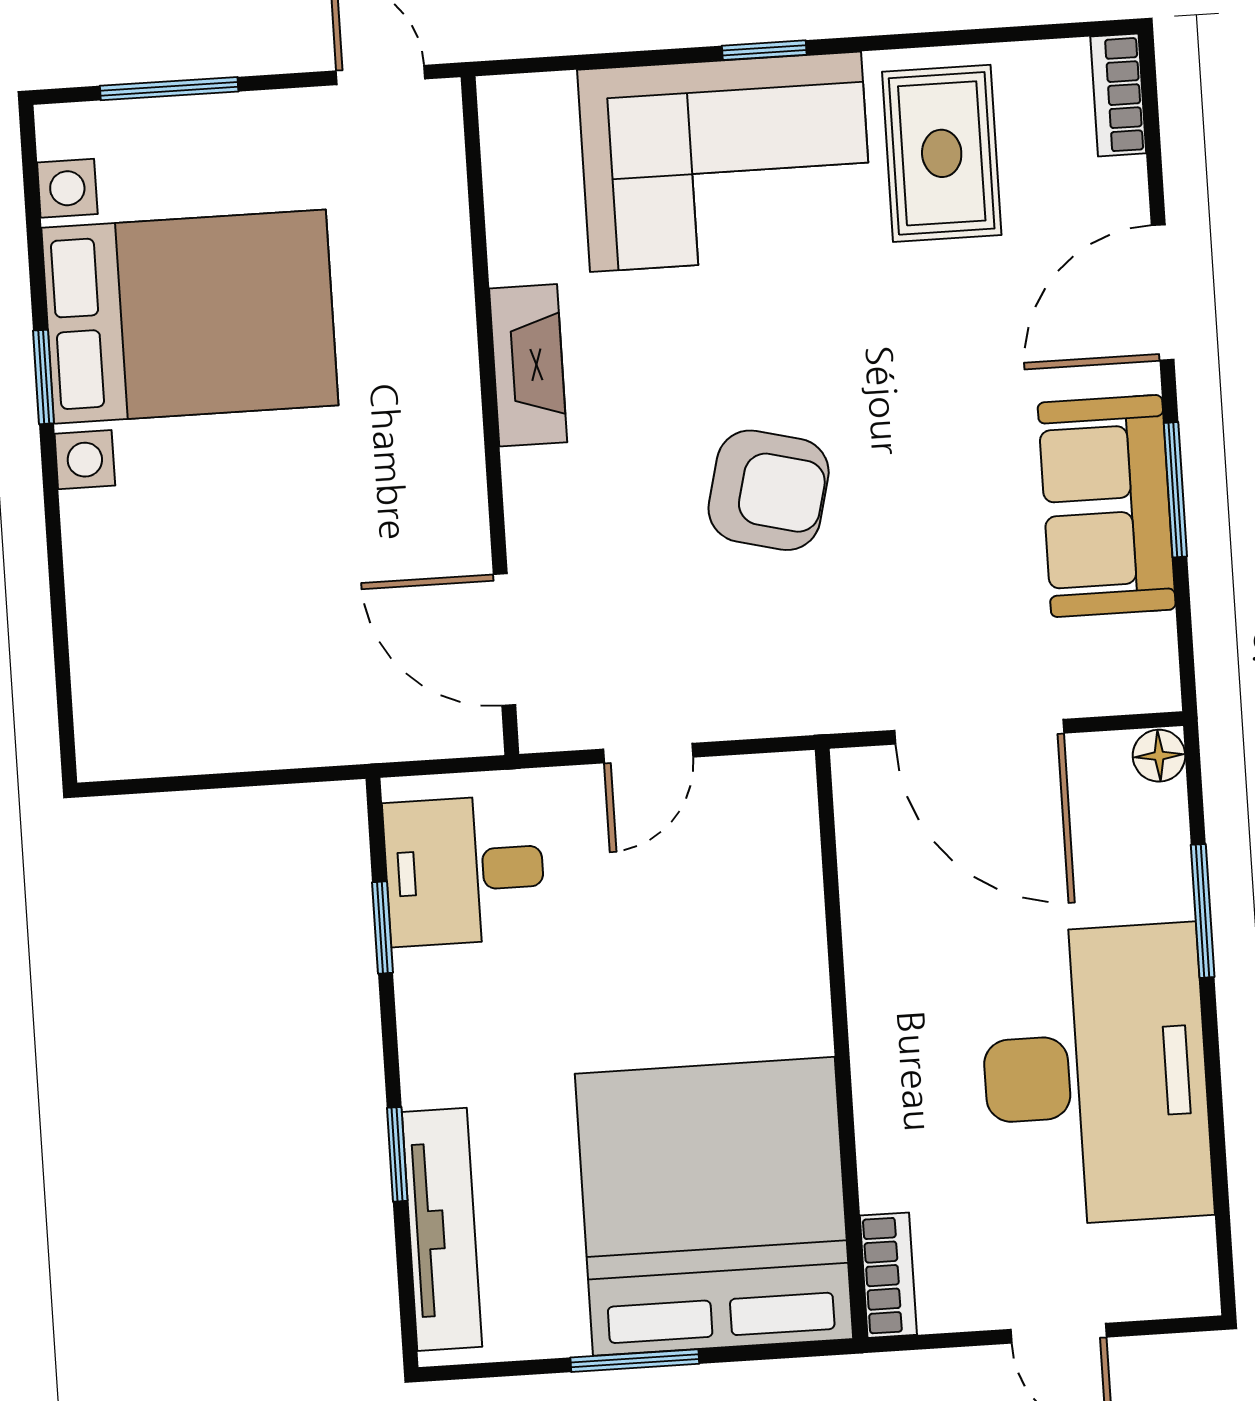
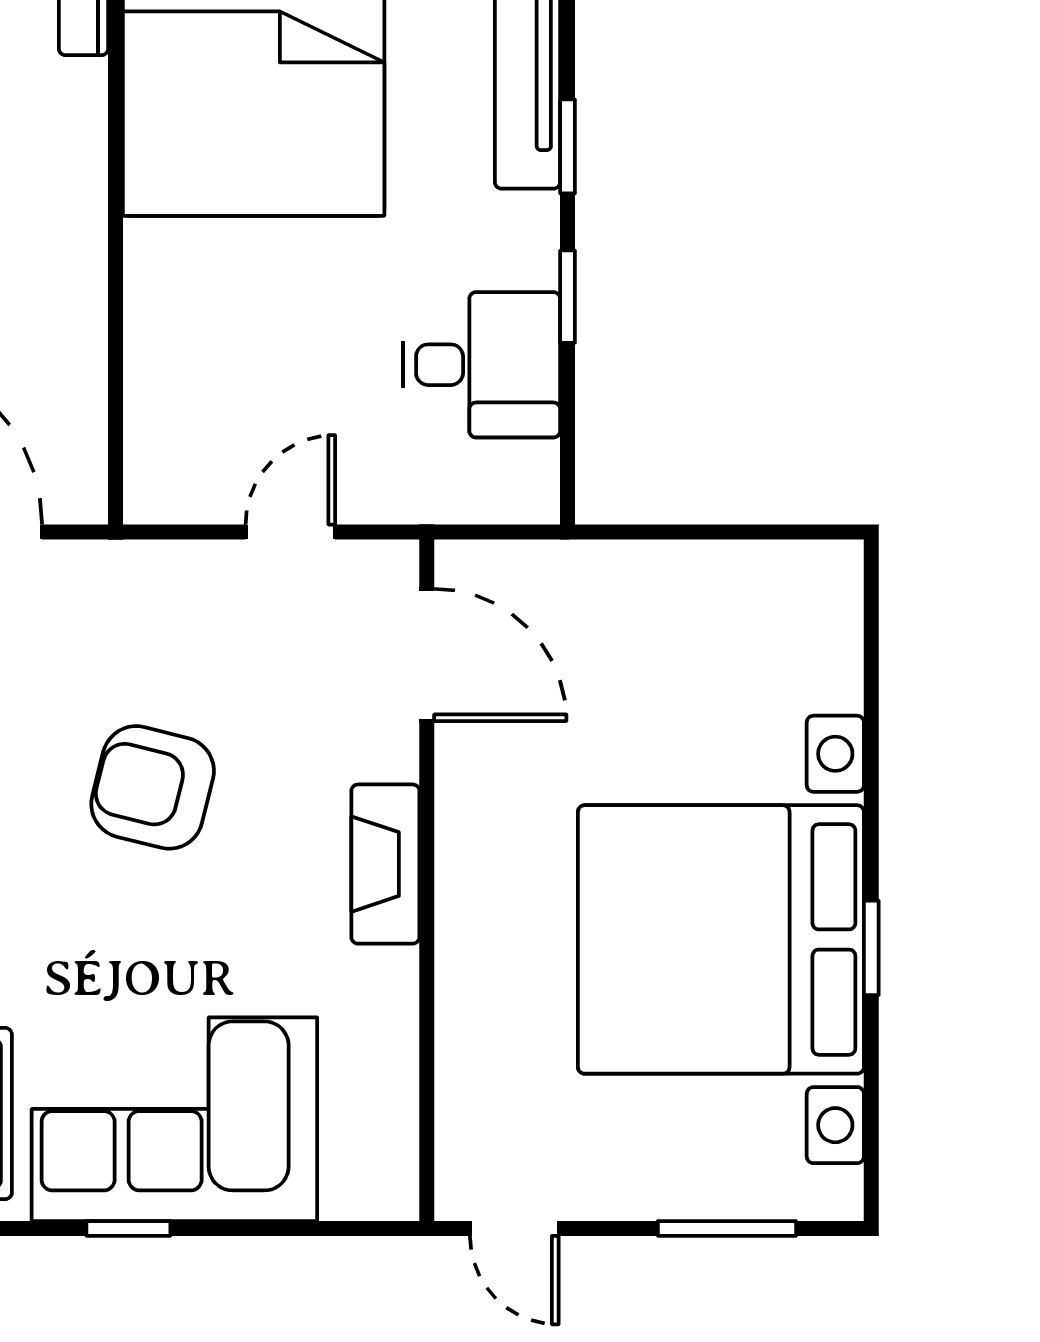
bed with nightstands: (190, 317) -> (721, 939), width x1.36
fireplace: (528, 365) -> (385, 864), moved
desk: (464, 870) -> (482, 365), moved
window: (382, 927) -> (568, 297), moved

